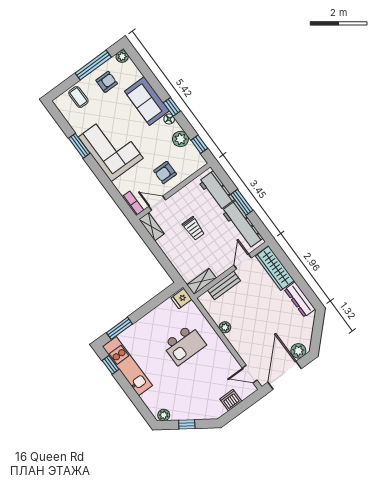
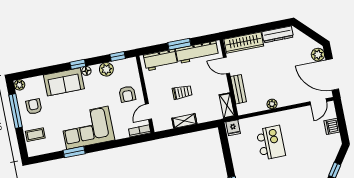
shelving: (152, 227) -> (184, 121), moved

